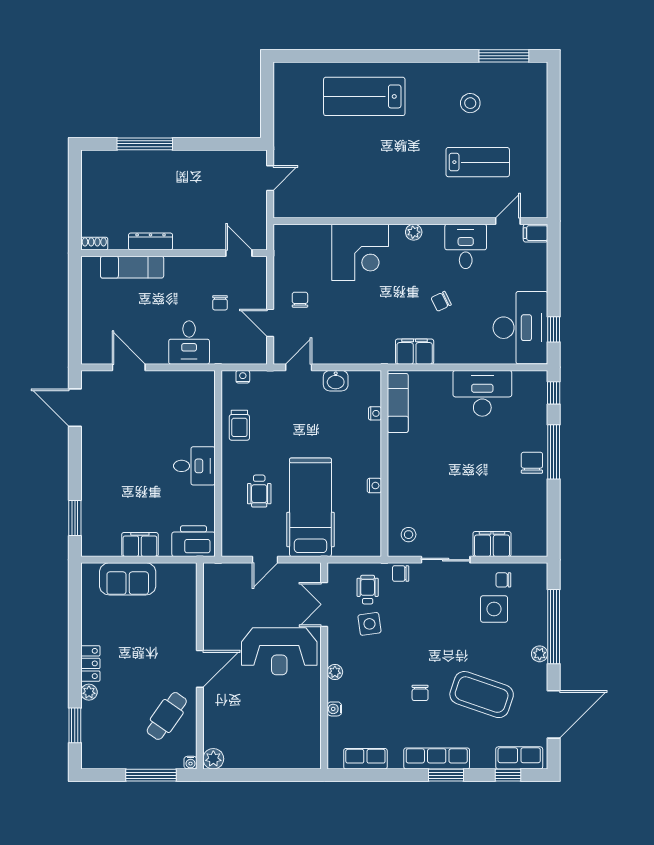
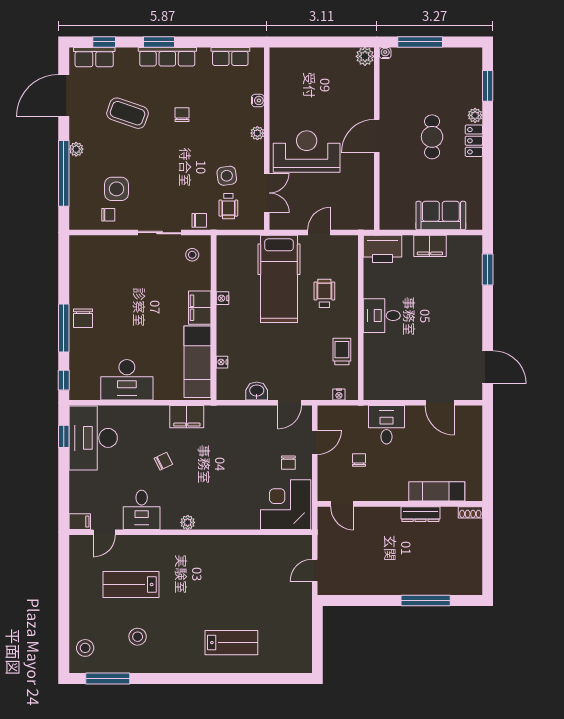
stool: (529, 90) -> (85, 648), added
lab bench: (364, 96) -> (231, 643), width x0.73, depth x0.72
corner desk: (360, 252) -> (286, 505), moved
door: (270, 323) -> (315, 442), hinge flipped
exam couch: (398, 403) -> (198, 362), width x1.36, depth x1.45
filing cabinet: (492, 544) -> (200, 308), moved, turned 90
coffee table: (482, 695) -> (128, 113), width x0.73, depth x0.76
cafe table: (167, 716) -> (432, 137), moved, turned -35

